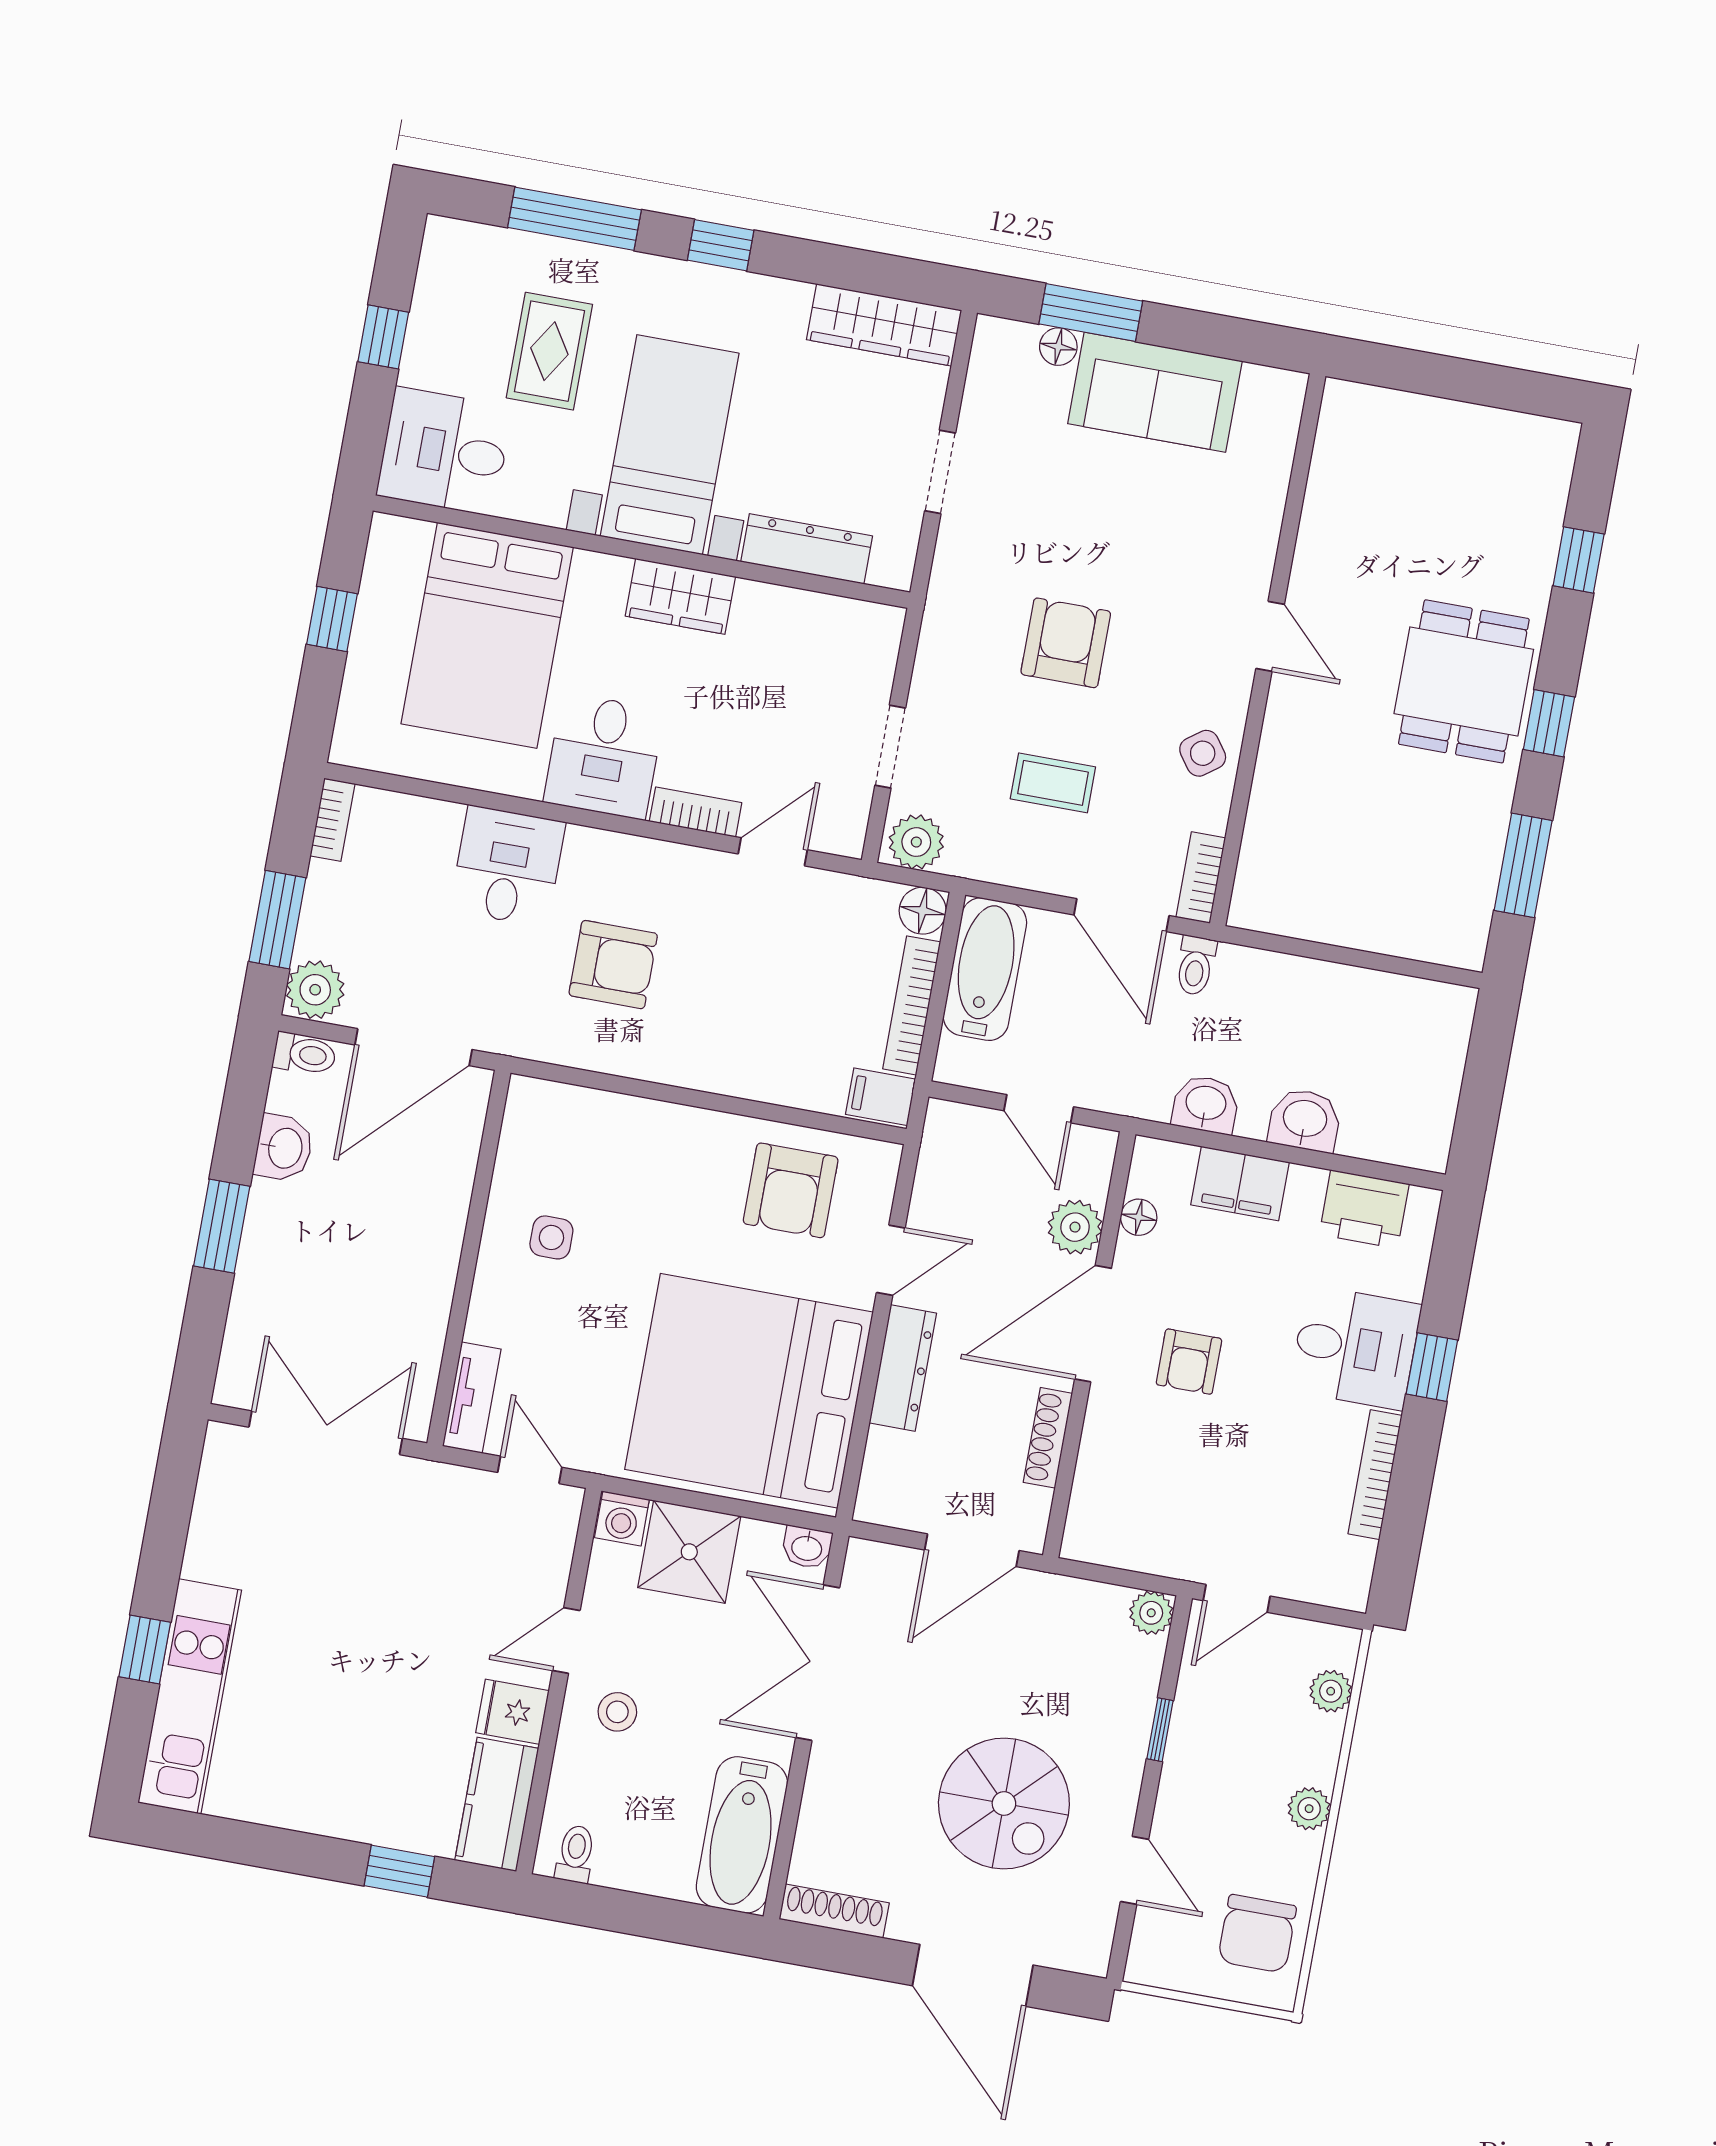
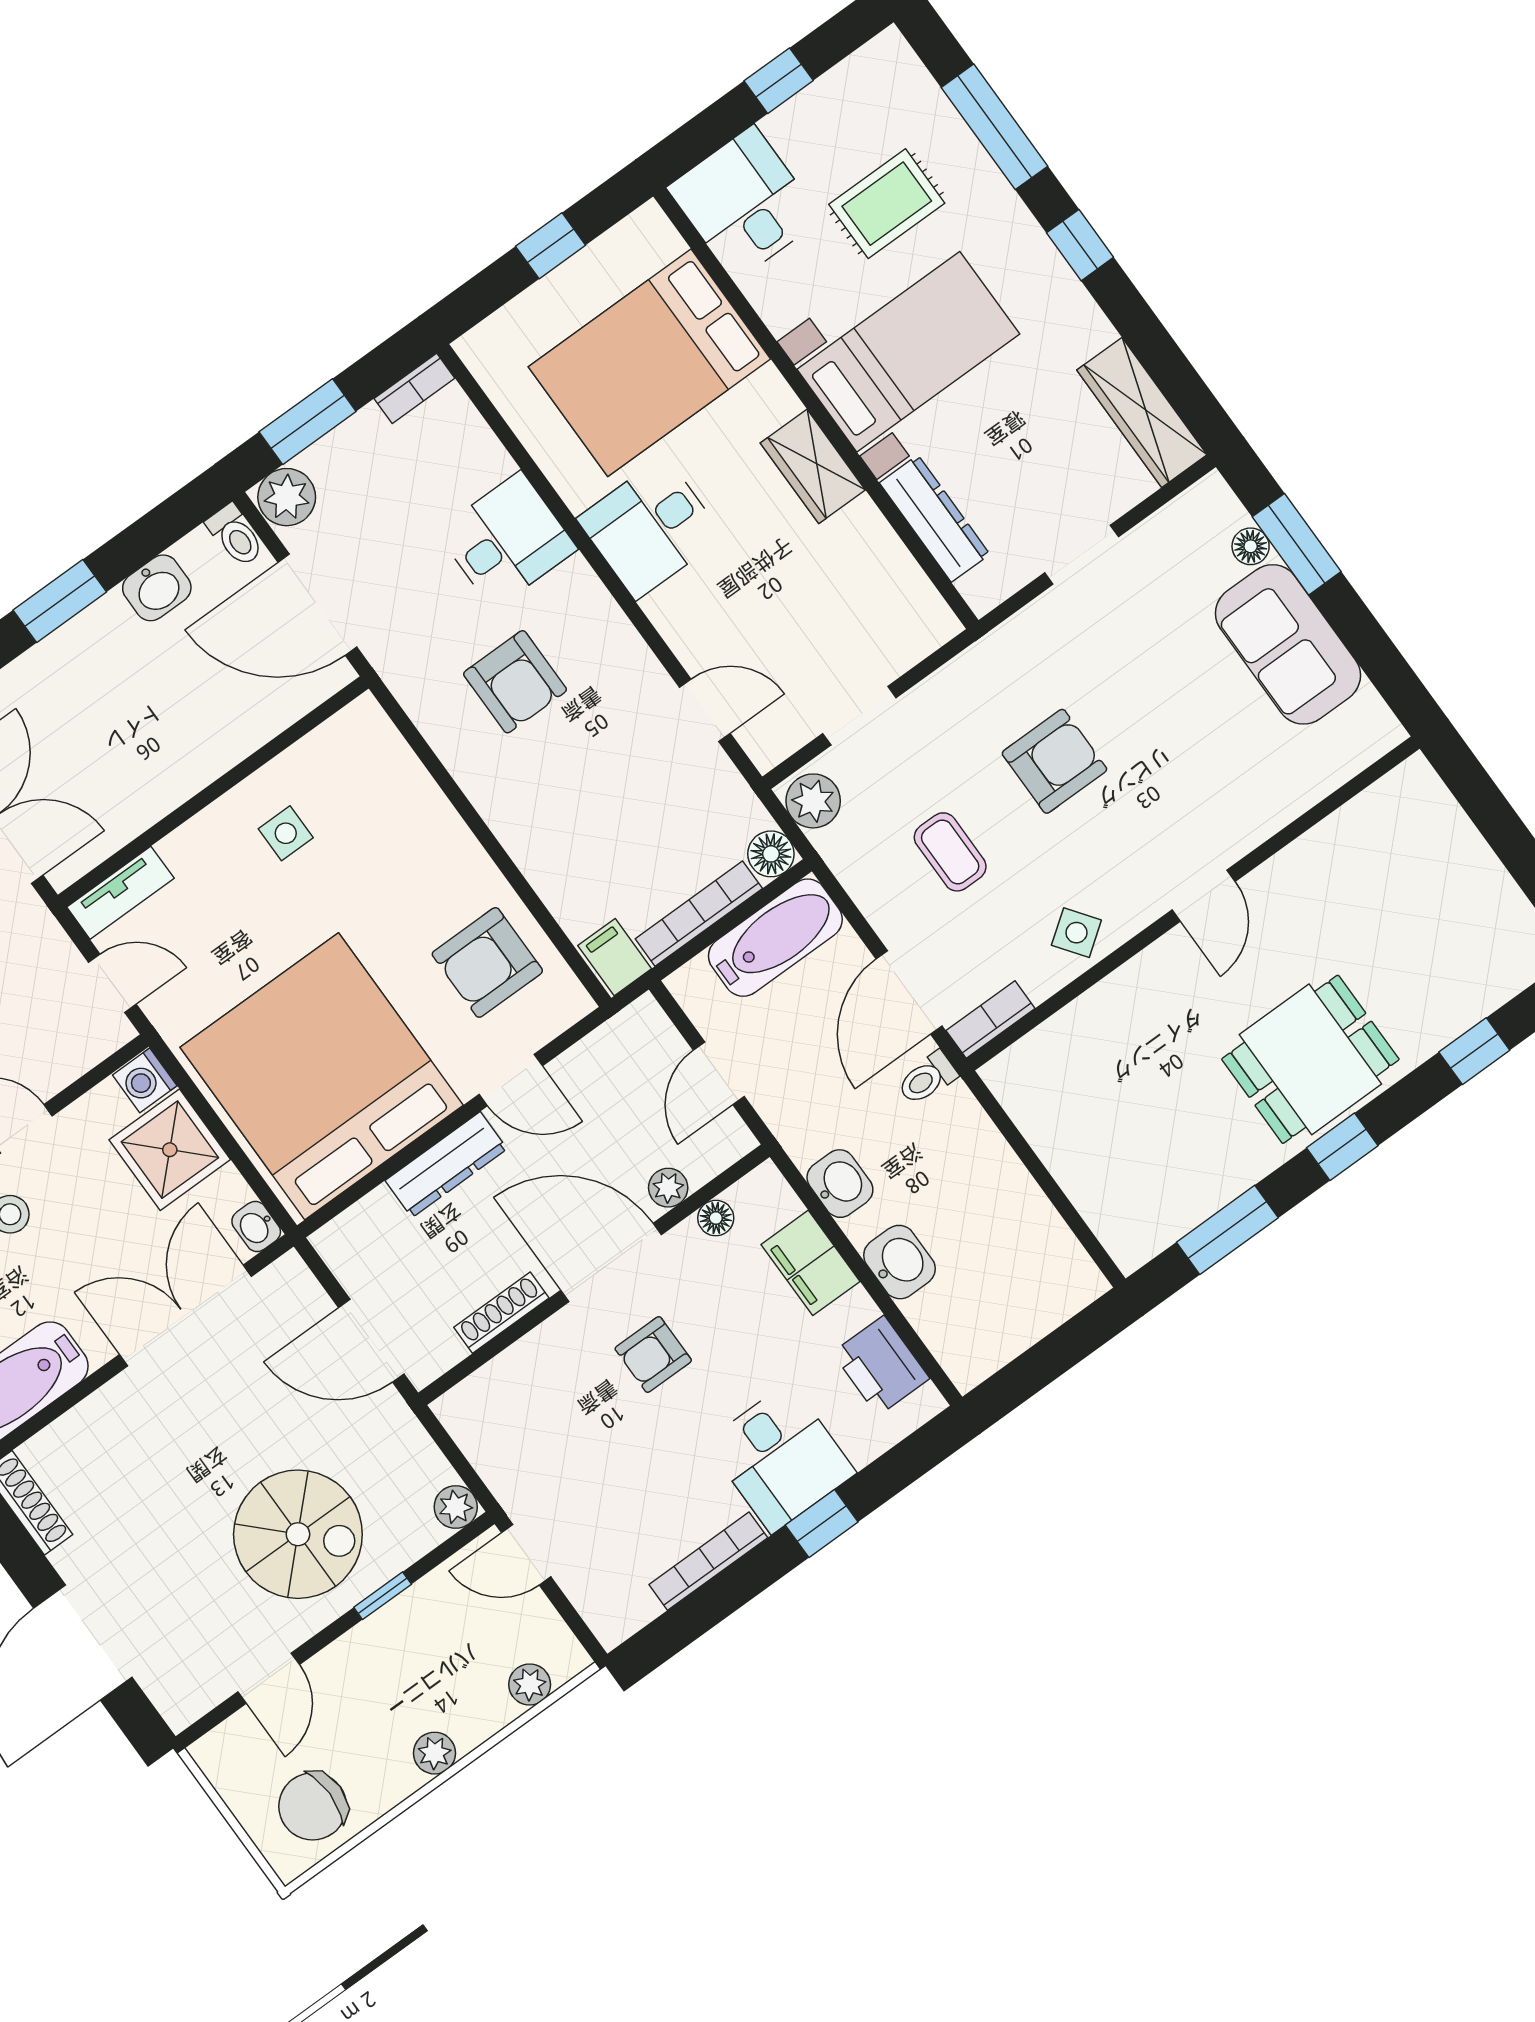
bookcase: (696, 812) -> (677, 630), removed
plant: (1075, 1227) -> (668, 1188), width x0.73, depth x0.73
door: (530, 1470) -> (112, 983), hinge flipped
spiral stairs: (1004, 1803) -> (298, 1534), moved, turned -90

